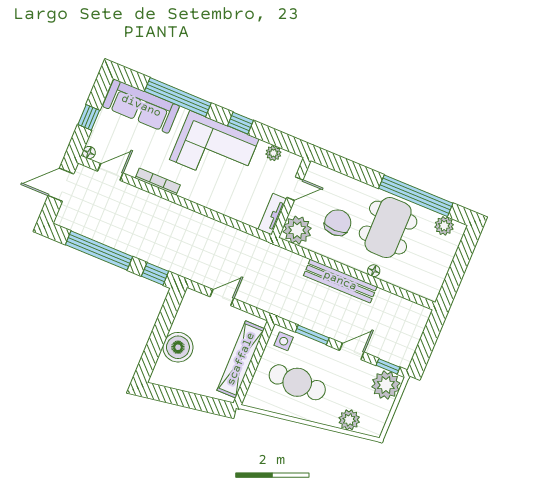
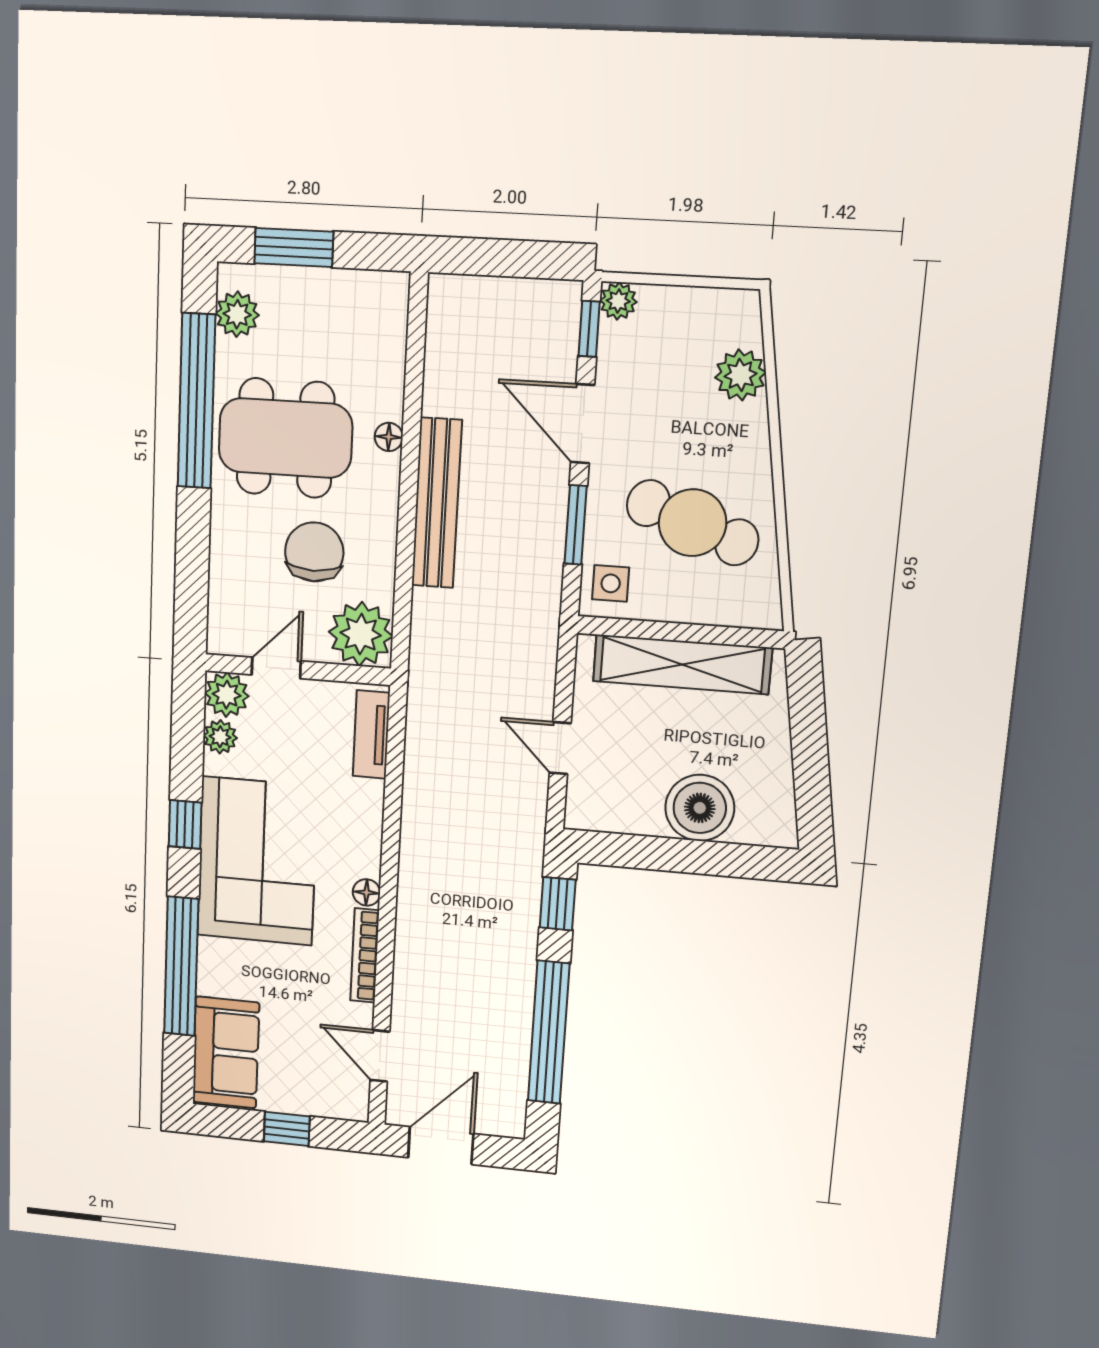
sofa: (141, 106) -> (226, 1052), width x0.73
floor lamp: (89, 153) -> (366, 892), moved
plant: (291, 163) -> (227, 695), added
door: (61, 185) -> (441, 1146), swing flipped
door: (295, 189) -> (276, 668), hinge flipped
tv unit: (272, 214) -> (371, 735), moved, turned 90
chair: (338, 223) -> (314, 552), turned 90
window: (462, 259) -> (294, 247), added
door: (352, 351) -> (583, 424), width x1.38
cafe table: (297, 382) -> (693, 523), turned -70
plant: (386, 385) -> (618, 301), width x0.53, depth x0.53

